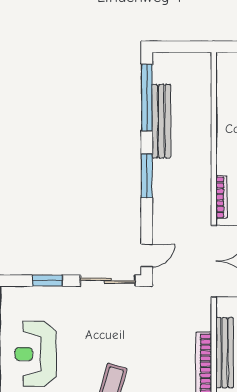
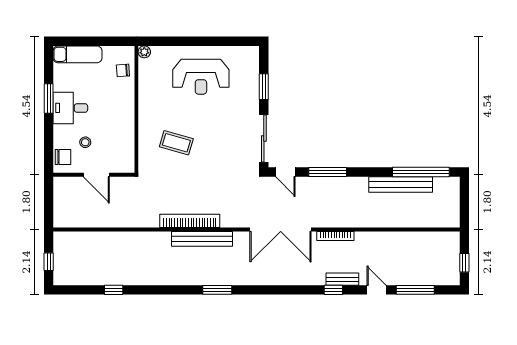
window: (147, 176) -> (328, 172), moved
reception desk: (36, 354) -> (201, 77), turned 180

